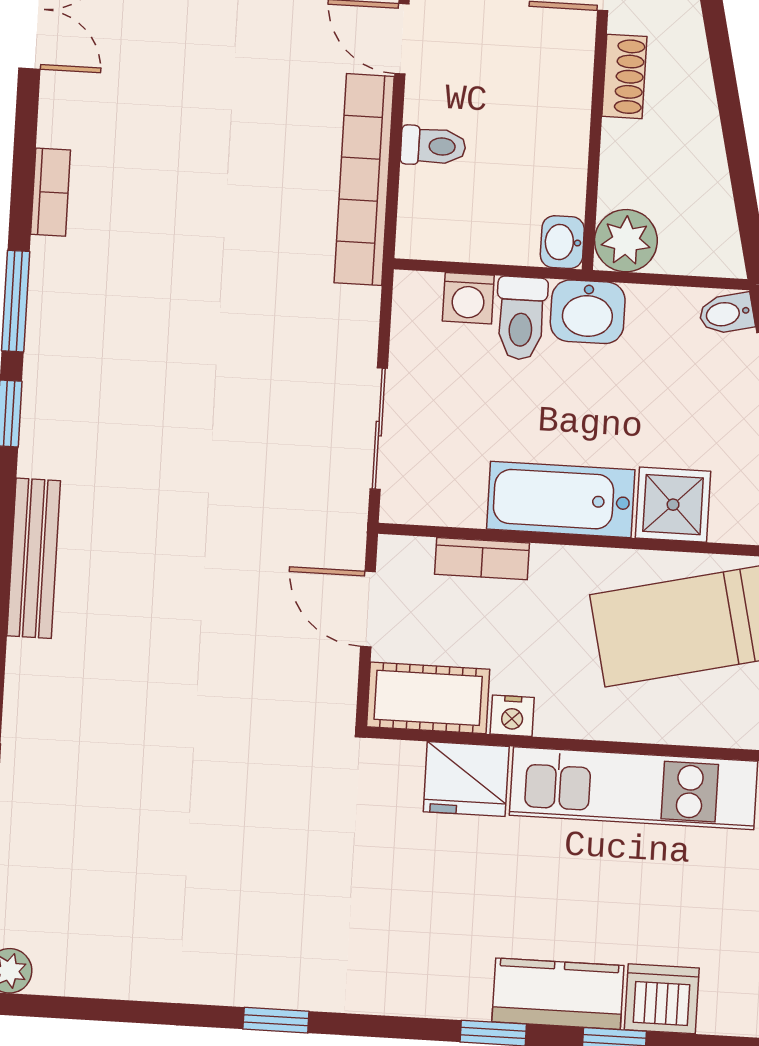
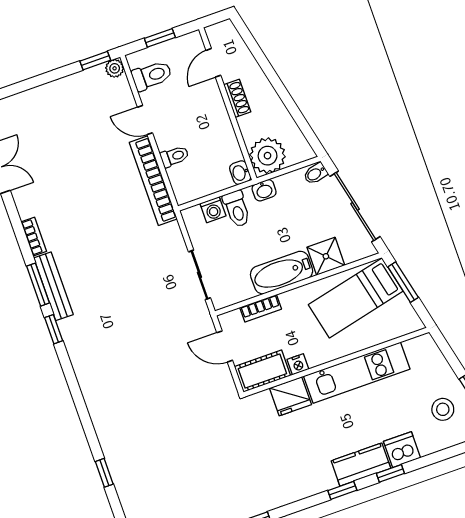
plant: (626, 241) -> (268, 156), width x1.36, depth x1.36
washbasin: (588, 312) -> (264, 190), width x0.72, depth x0.69
bench: (34, 558) -> (53, 286), moved

